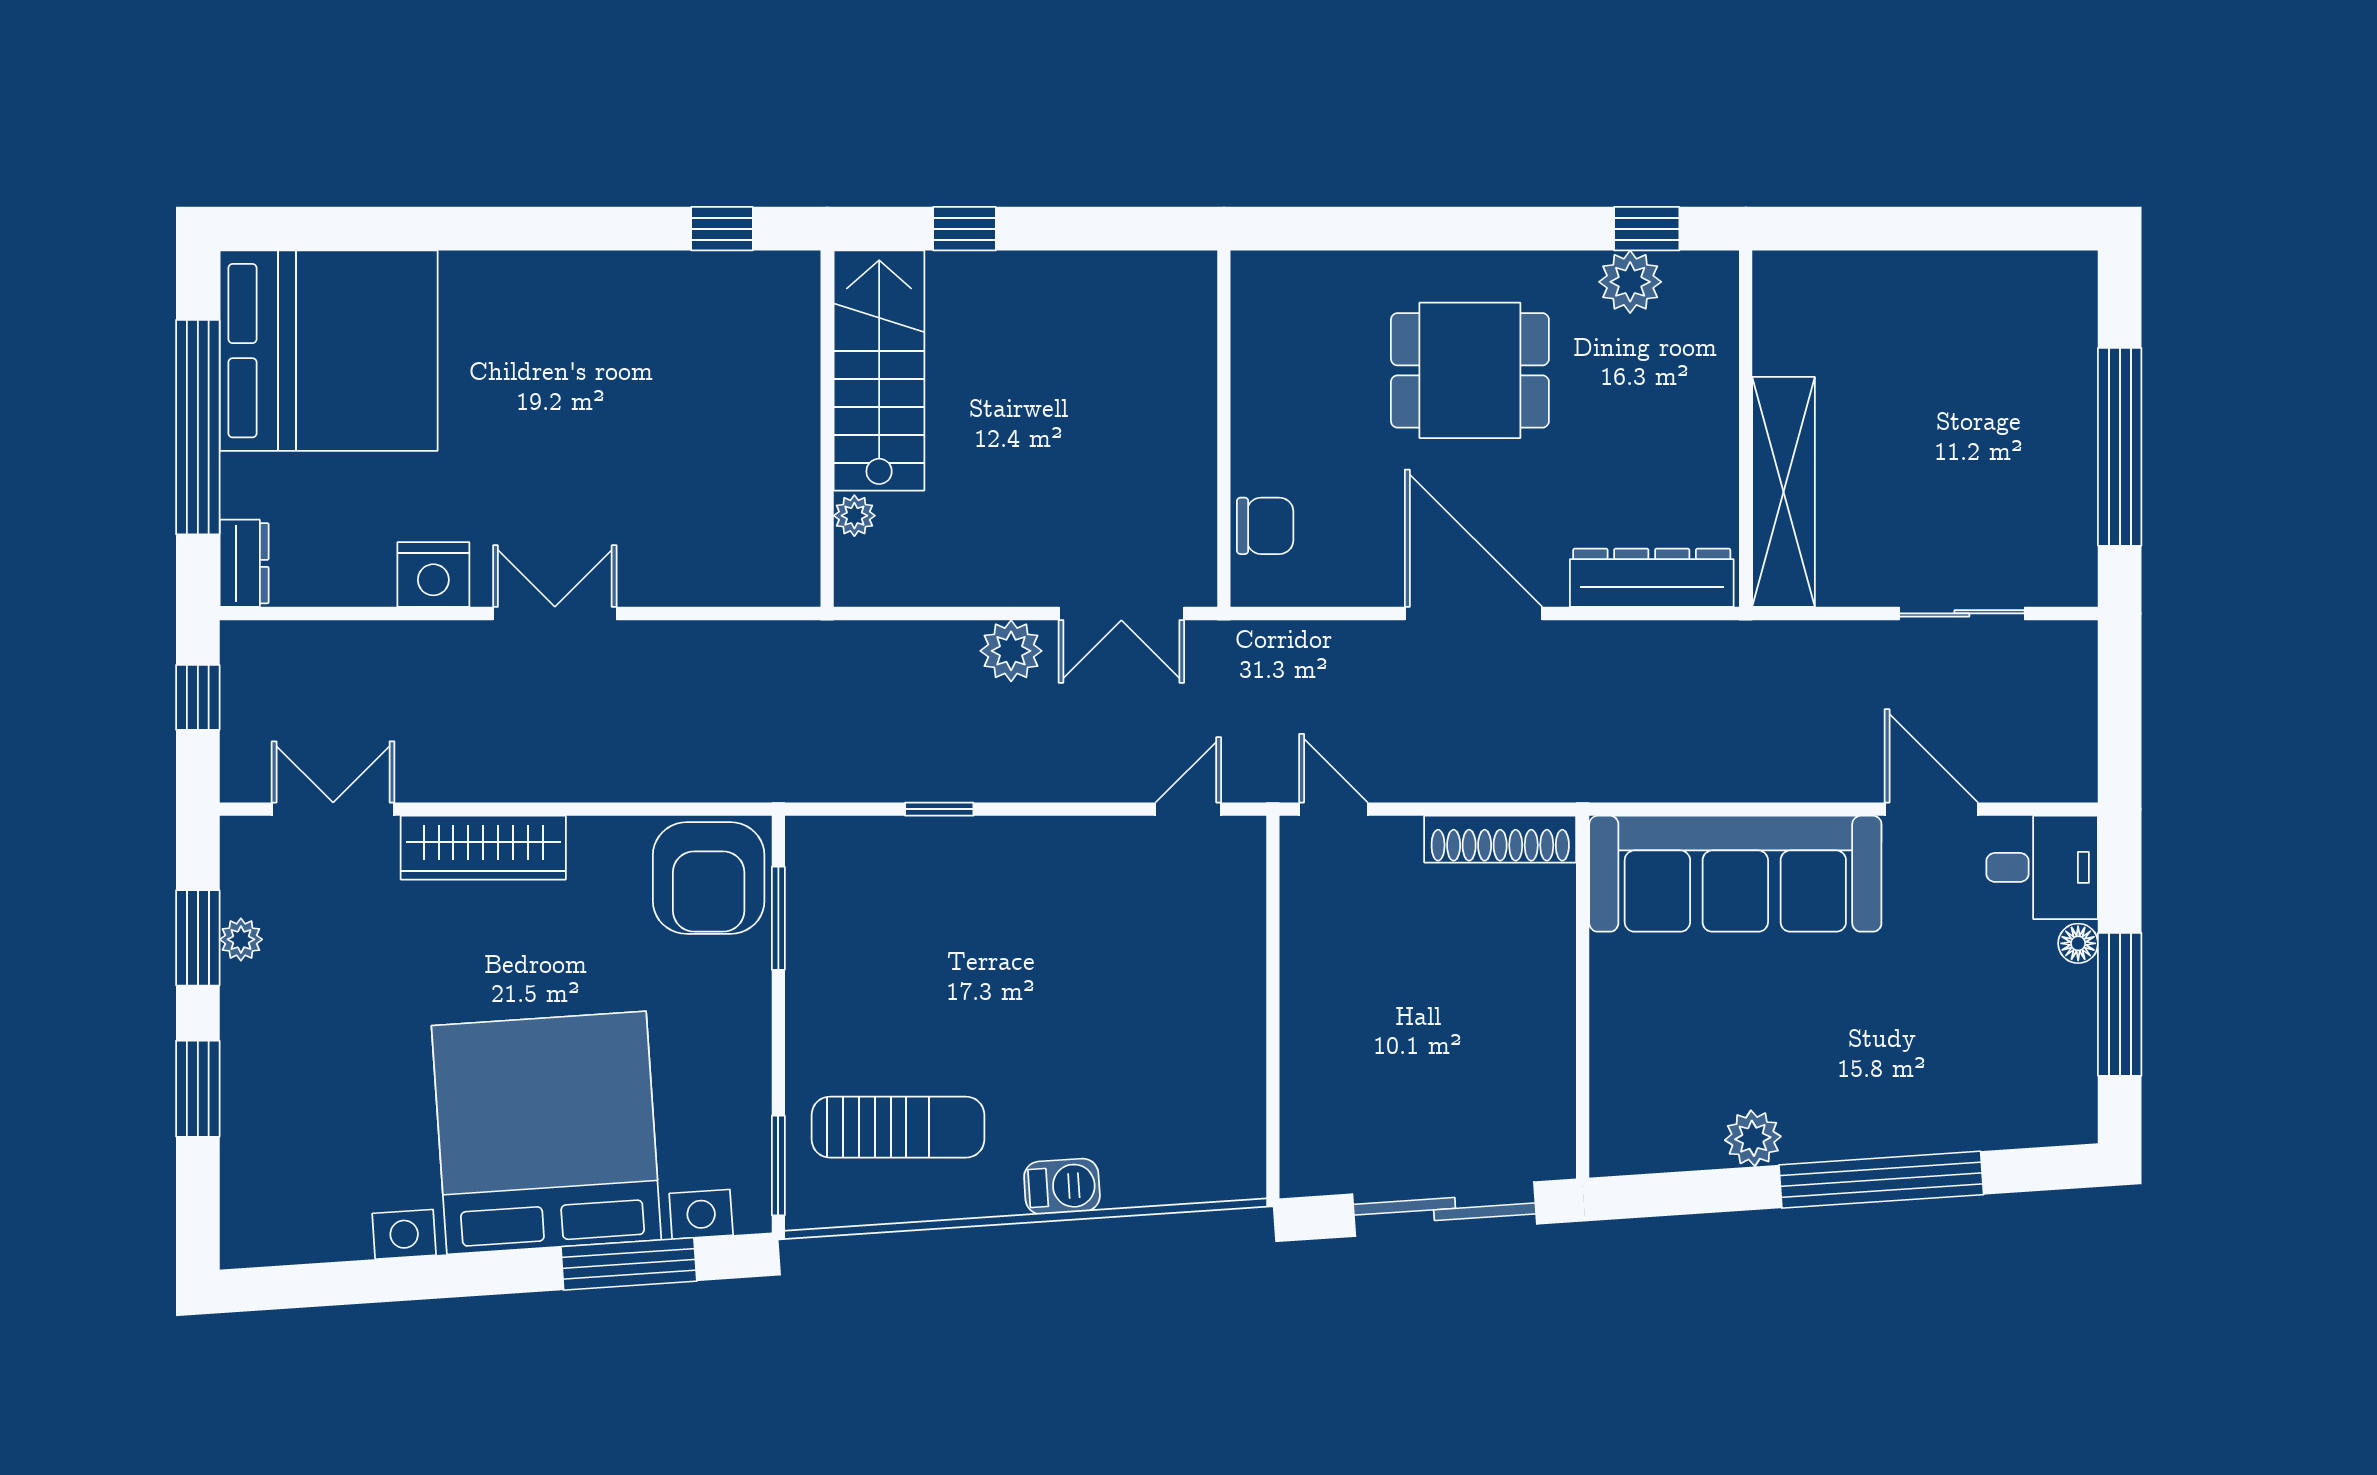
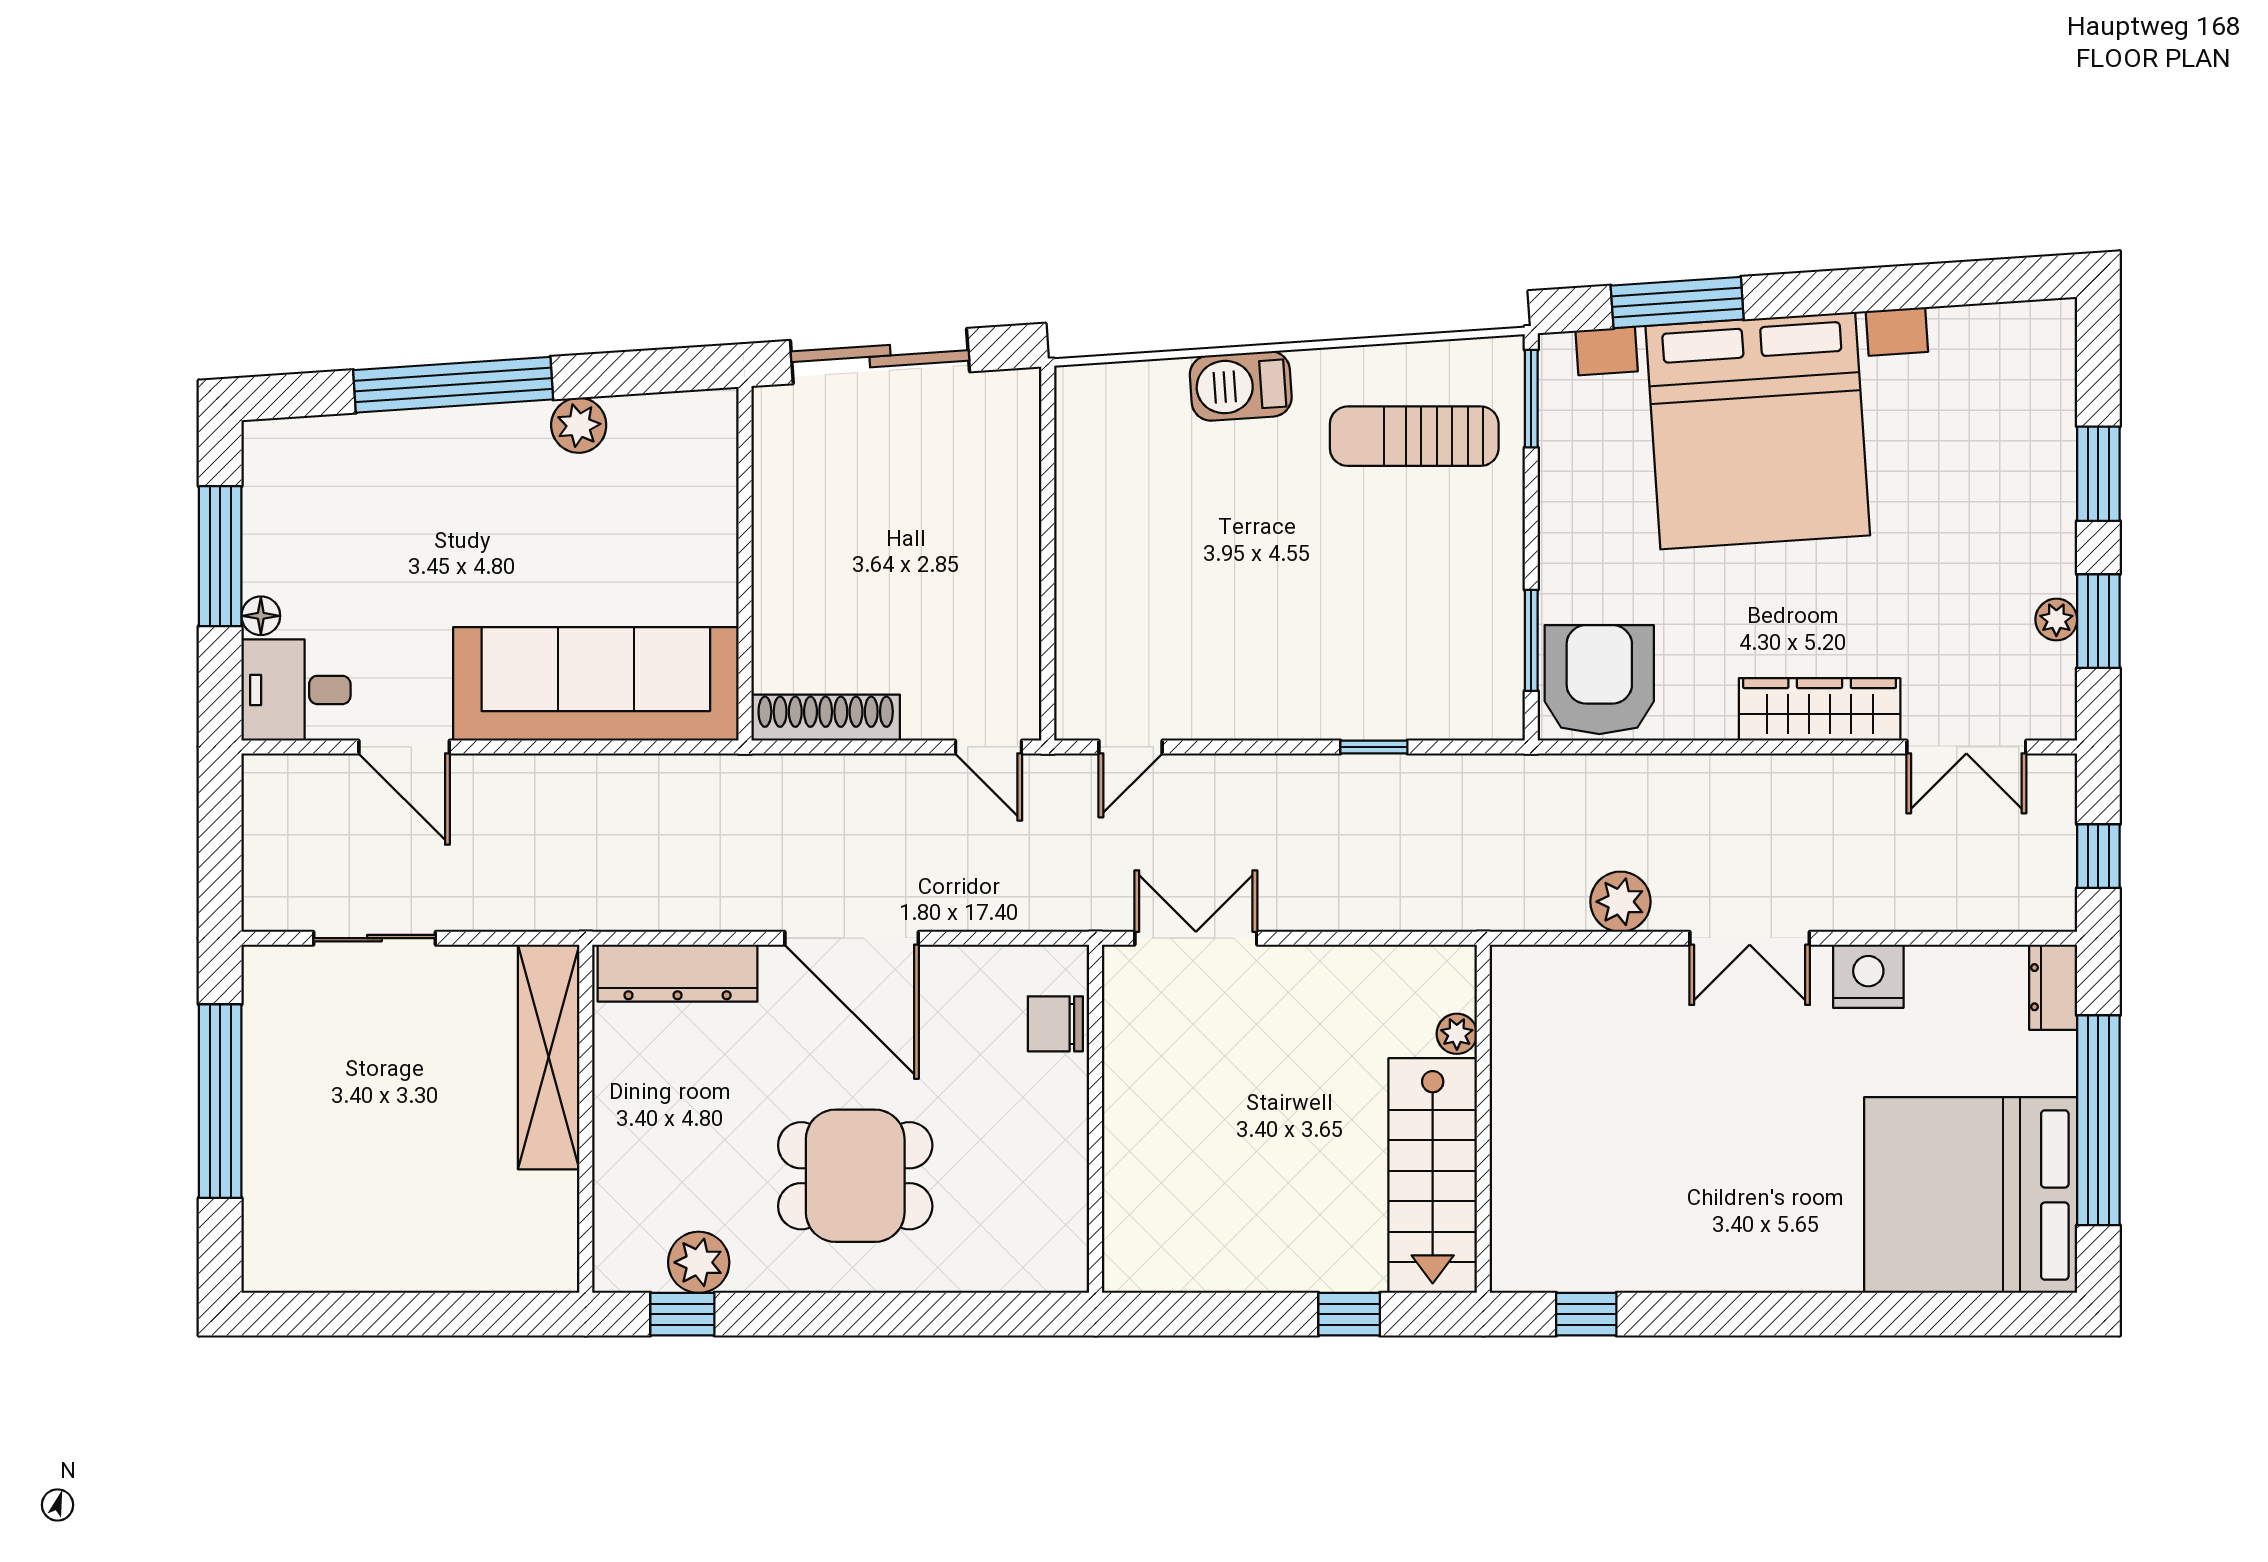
plant: (1011, 651) -> (1620, 902), moved
barbecue: (1062, 1186) -> (1241, 386), width x1.38, depth x1.27

